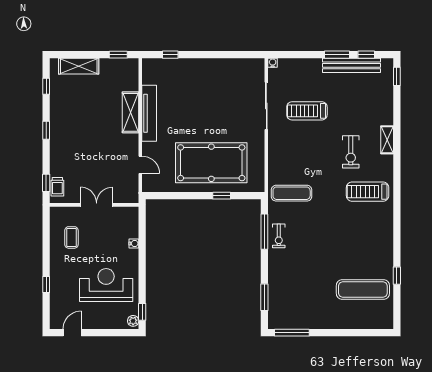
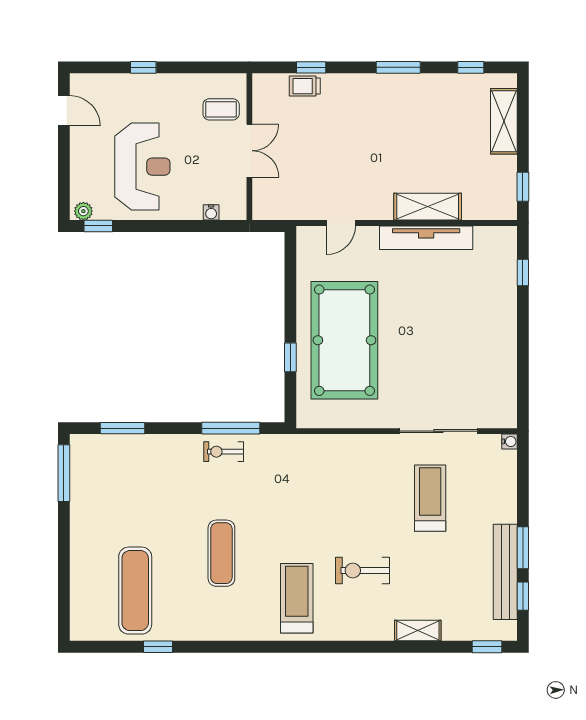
window: (46, 130) -> (398, 67), width x1.50
shelving: (387, 140) -> (418, 631), moved
exercise mat: (292, 193) -> (221, 553), moved
wall: (94, 205) -> (249, 147), moved
double door: (97, 205) -> (249, 151), moved

